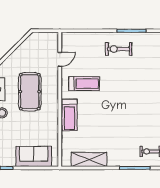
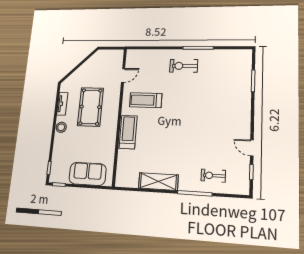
treadmill: (84, 84) -> (146, 100), turned 180
treadmill: (70, 115) -> (128, 132), turned 180
shelving: (89, 160) -> (158, 182), moved

